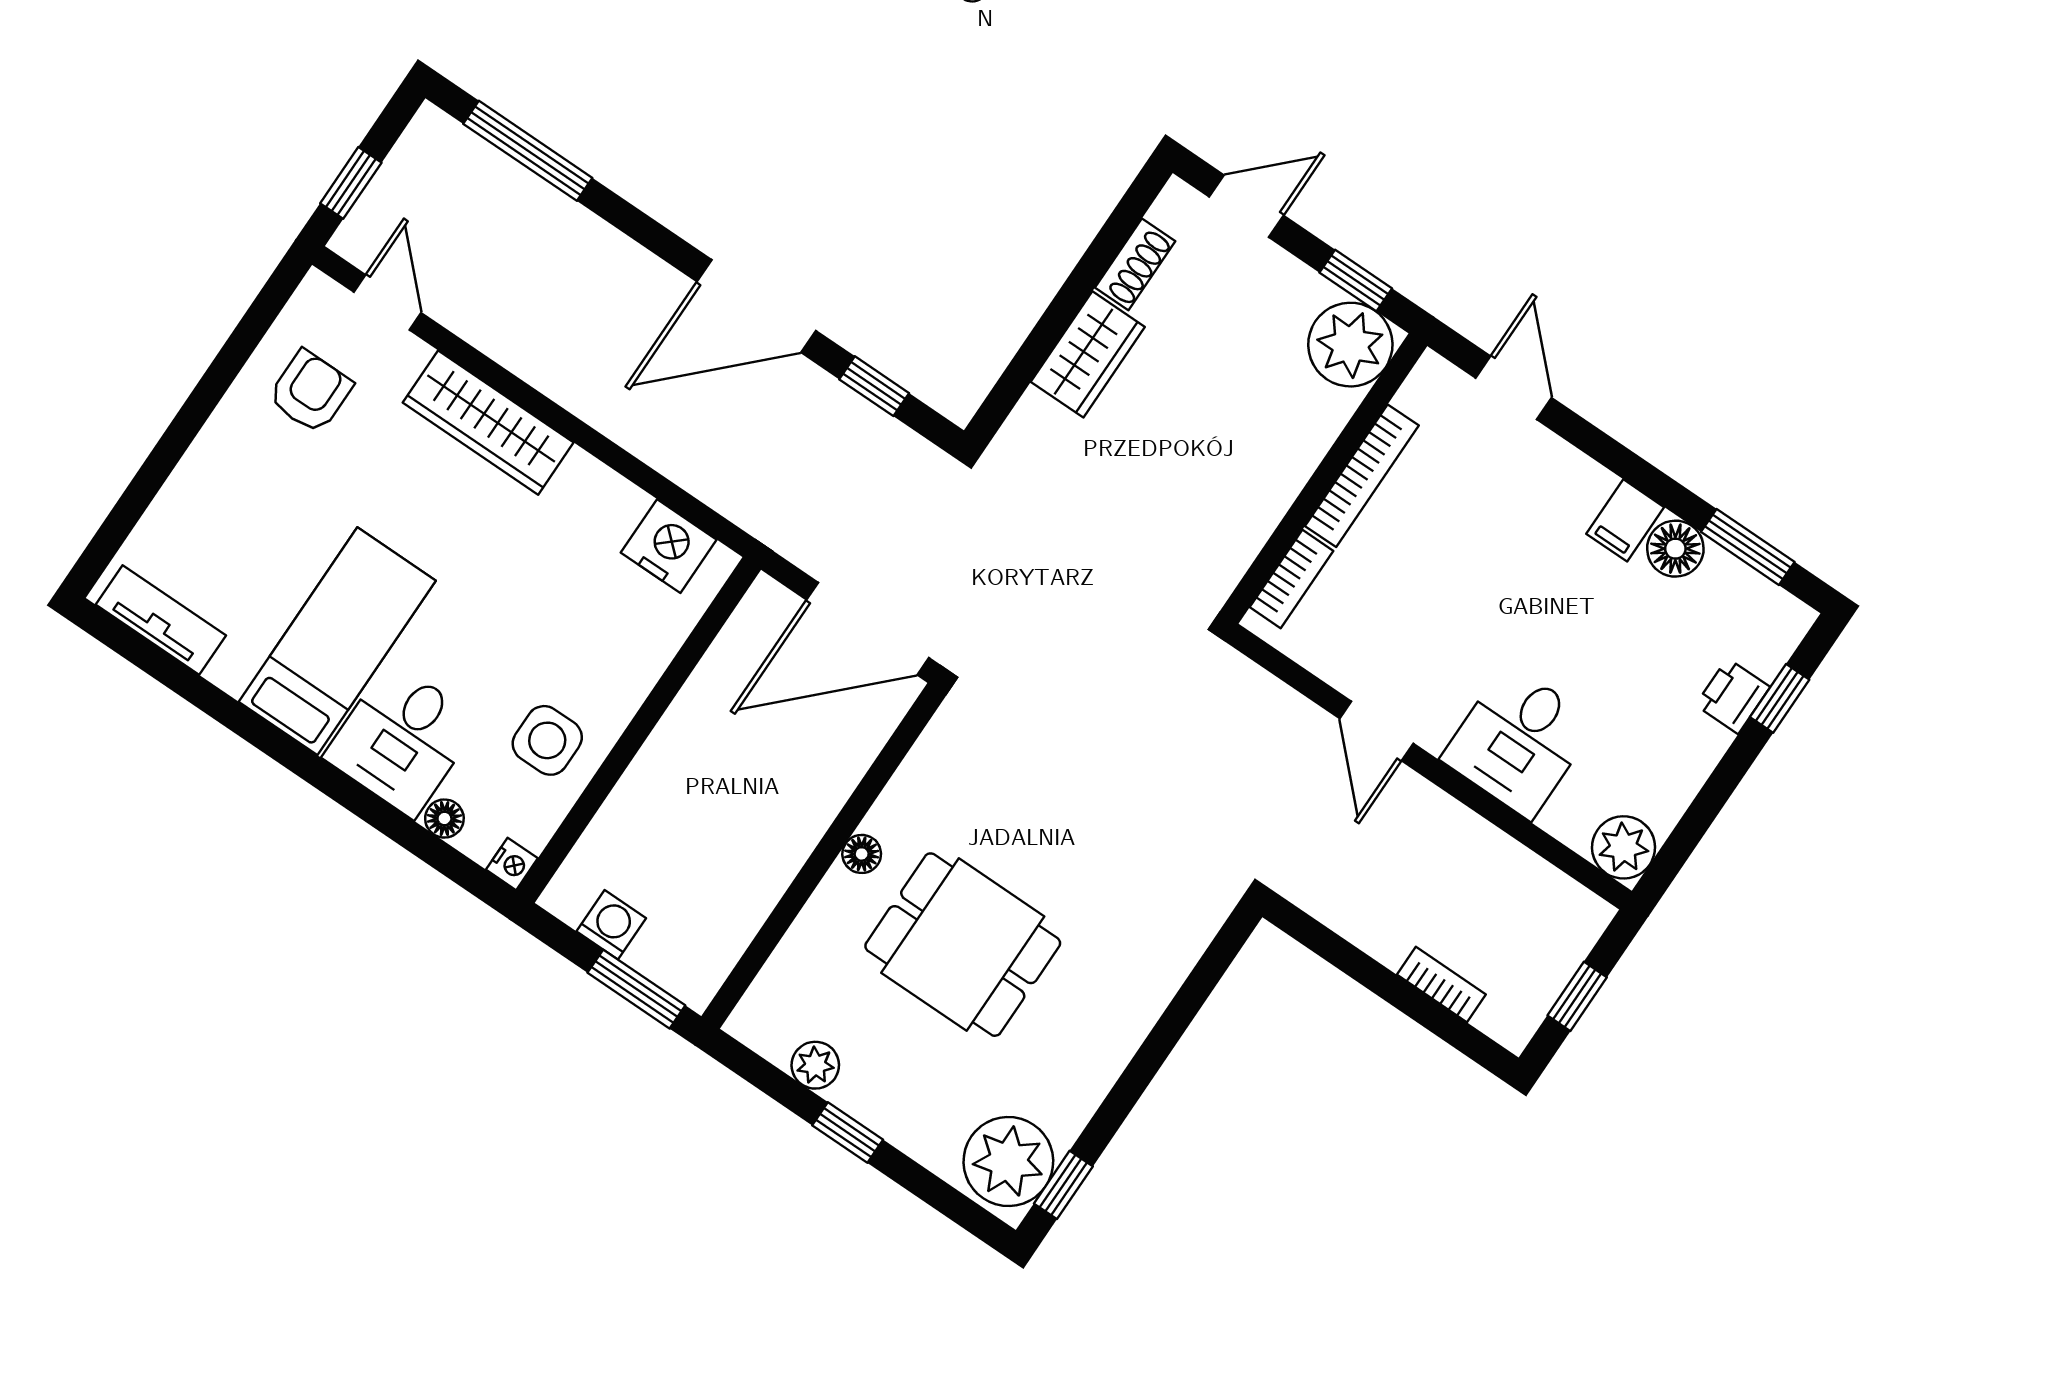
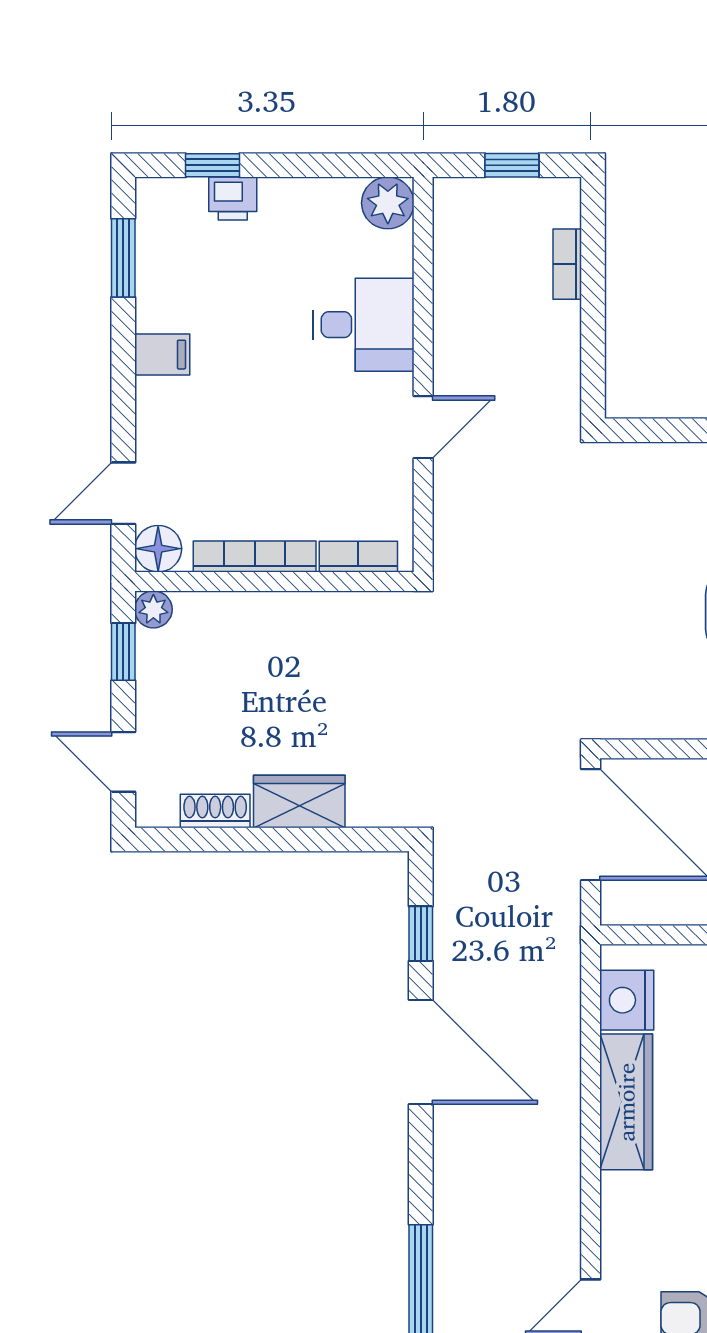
plant: (1350, 345) -> (153, 609), width x0.53, depth x0.53
wardrobe: (488, 423) -> (626, 1102), moved
floor lamp: (1675, 549) -> (158, 549), moved

